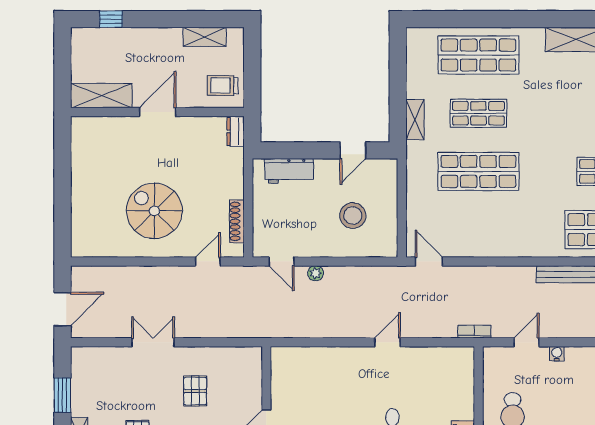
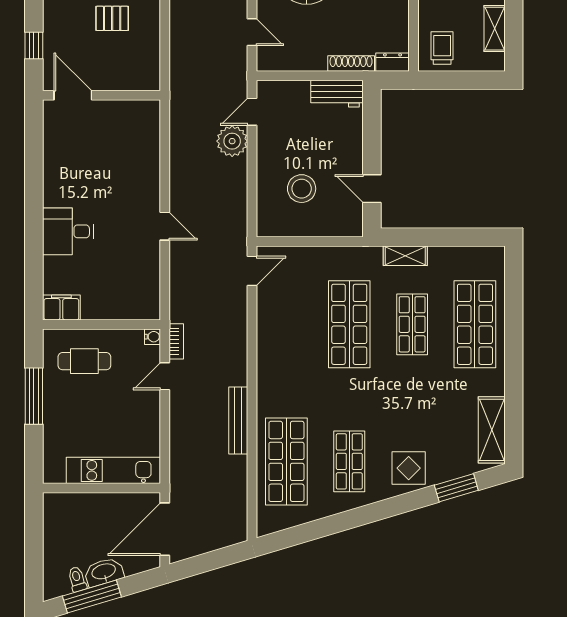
workbench: (289, 171) -> (337, 94), moved, turned -90
shoe rack: (237, 221) -> (351, 63), moved
plant: (316, 273) -> (232, 141), width x1.88, depth x1.88
bookcase: (474, 332) -> (176, 341), moved
door: (527, 342) -> (165, 376), swing flipped
water cooler: (557, 354) -> (152, 337), moved

